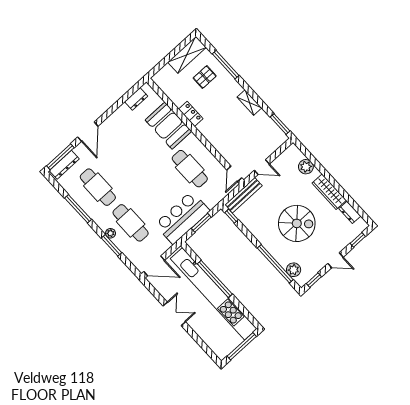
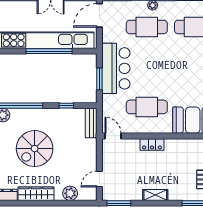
locker: (191, 114) -> (152, 144), moved
door: (262, 167) -> (99, 179), moved
bench: (243, 195) -> (91, 123), width x0.73
window: (232, 216) -> (66, 106), moved

